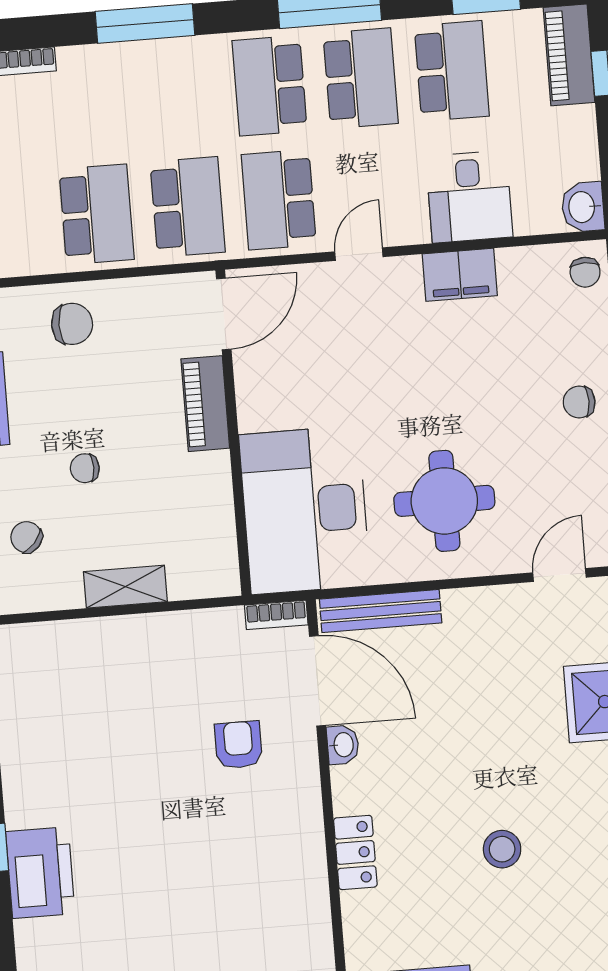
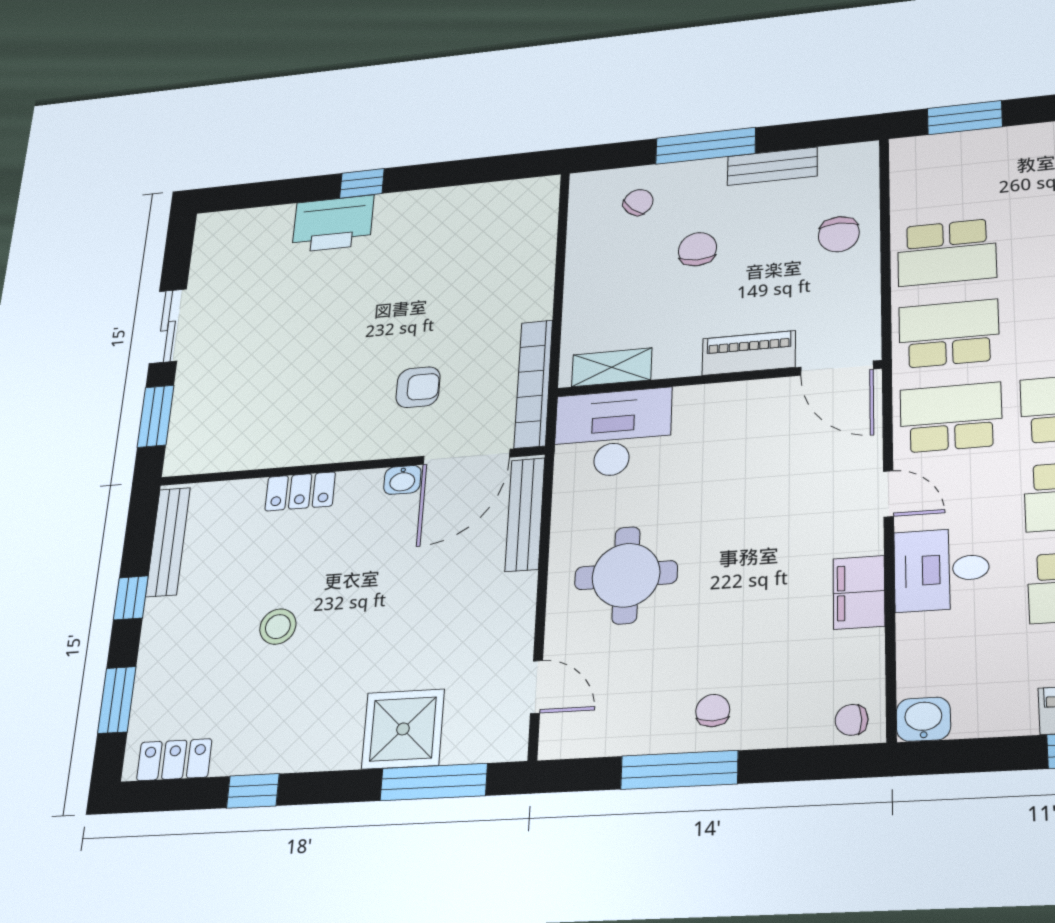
desk: (469, 197) -> (942, 569), moved
school desk: (188, 207) -> (949, 334), turned 180
chair: (85, 468) -> (697, 249), width x1.37, depth x1.37
desk: (305, 510) -> (613, 433), width x0.73, depth x0.77
shelving: (125, 587) -> (612, 367), moved, turned 90
bookcase: (276, 615) -> (533, 384), width x2.31, depth x1.31

